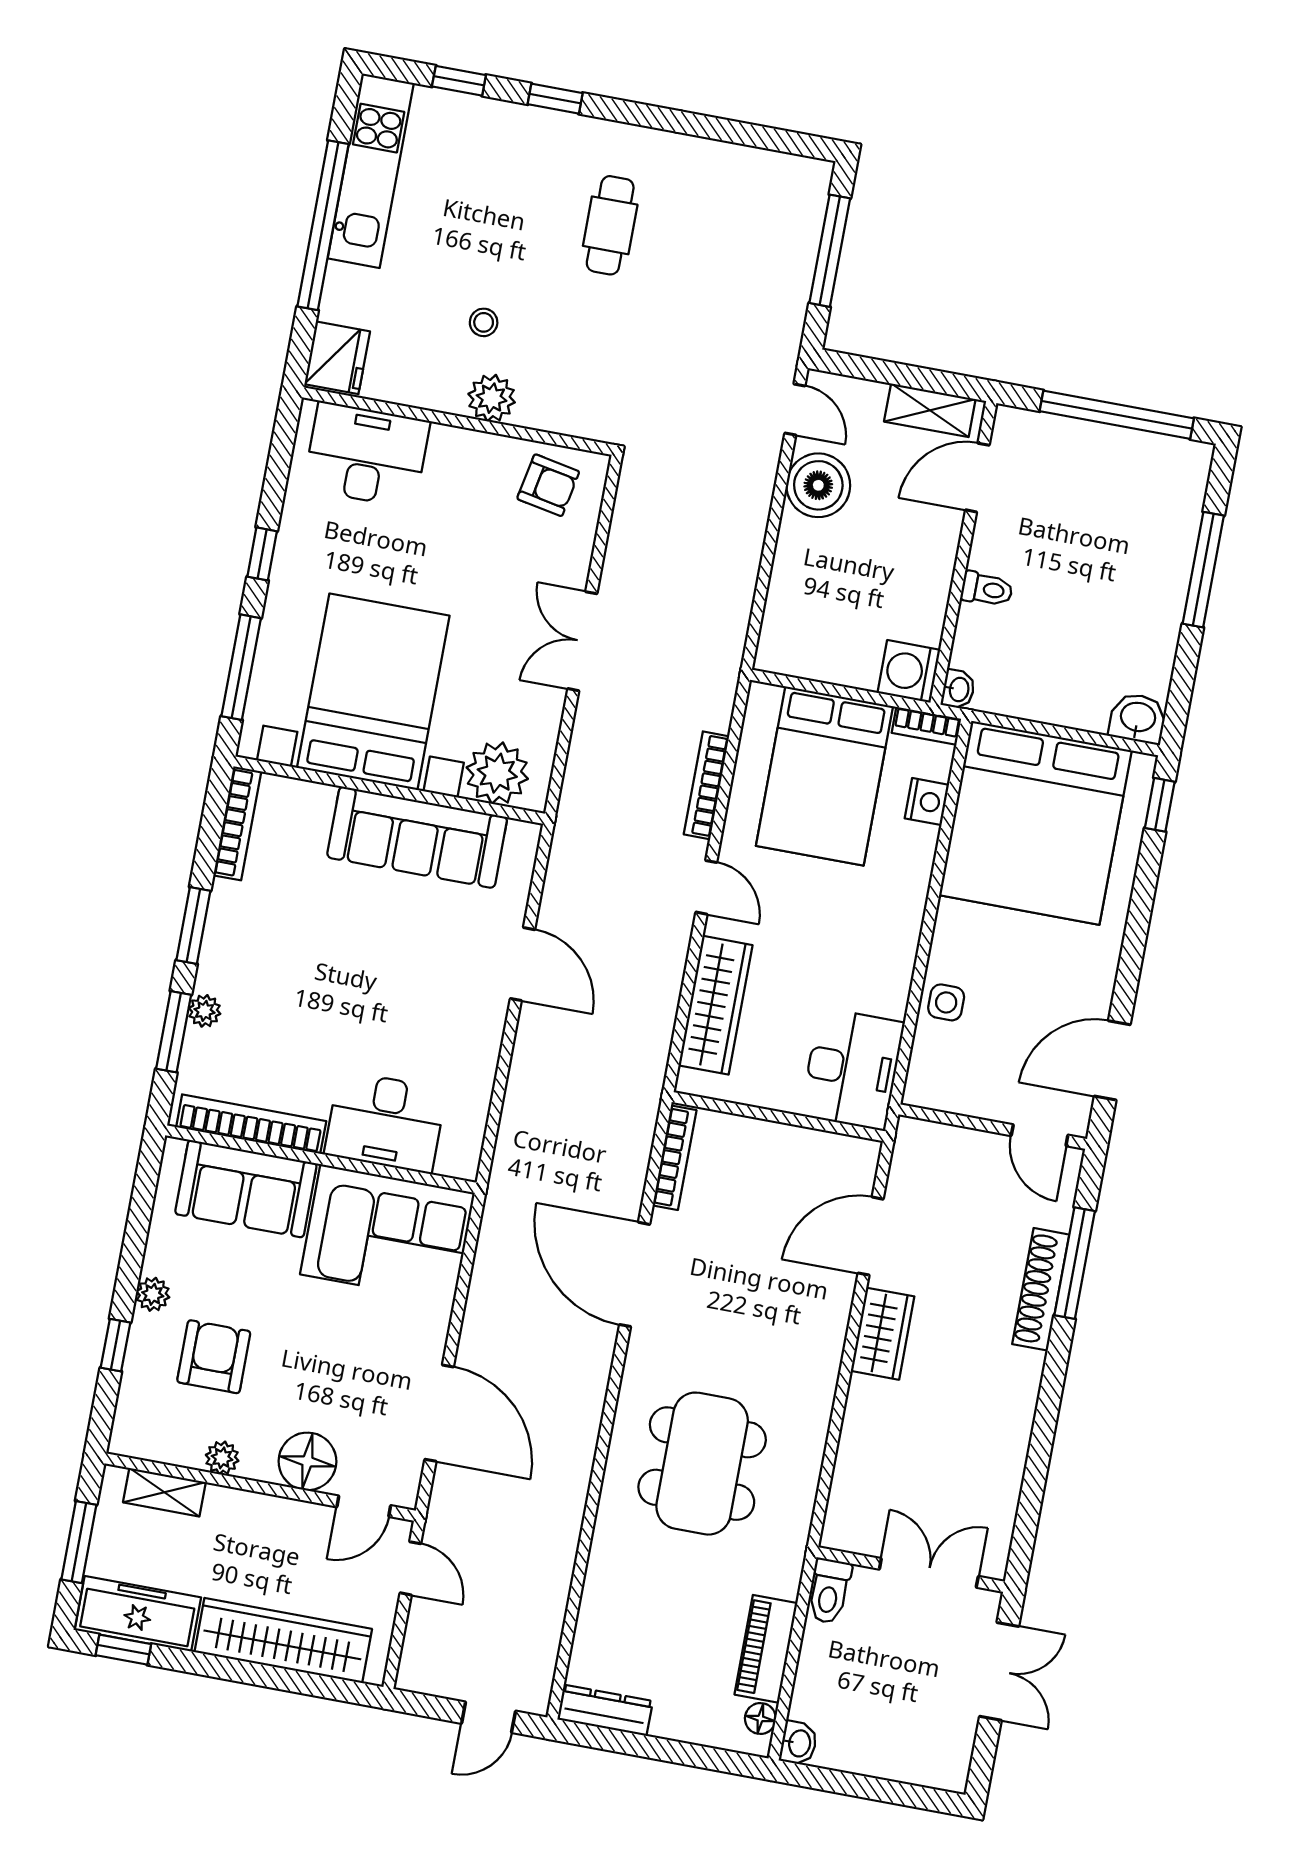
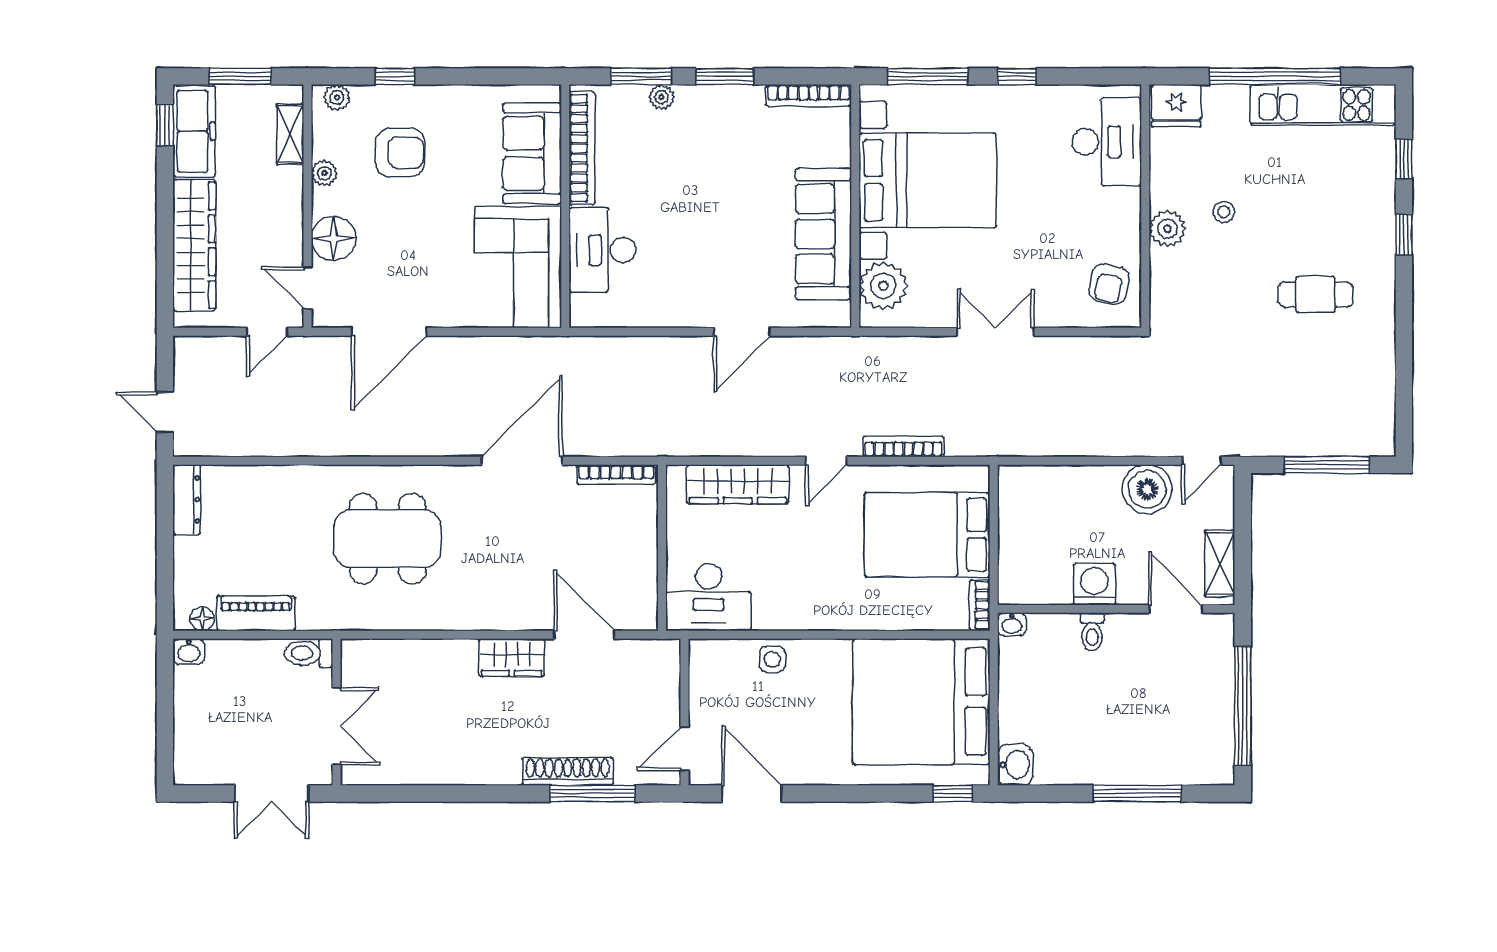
washing machine: (909, 671) -> (1094, 584), moved
nightstand: (927, 802) -> (922, 616), removed
plant: (153, 1294) -> (337, 97), moved

